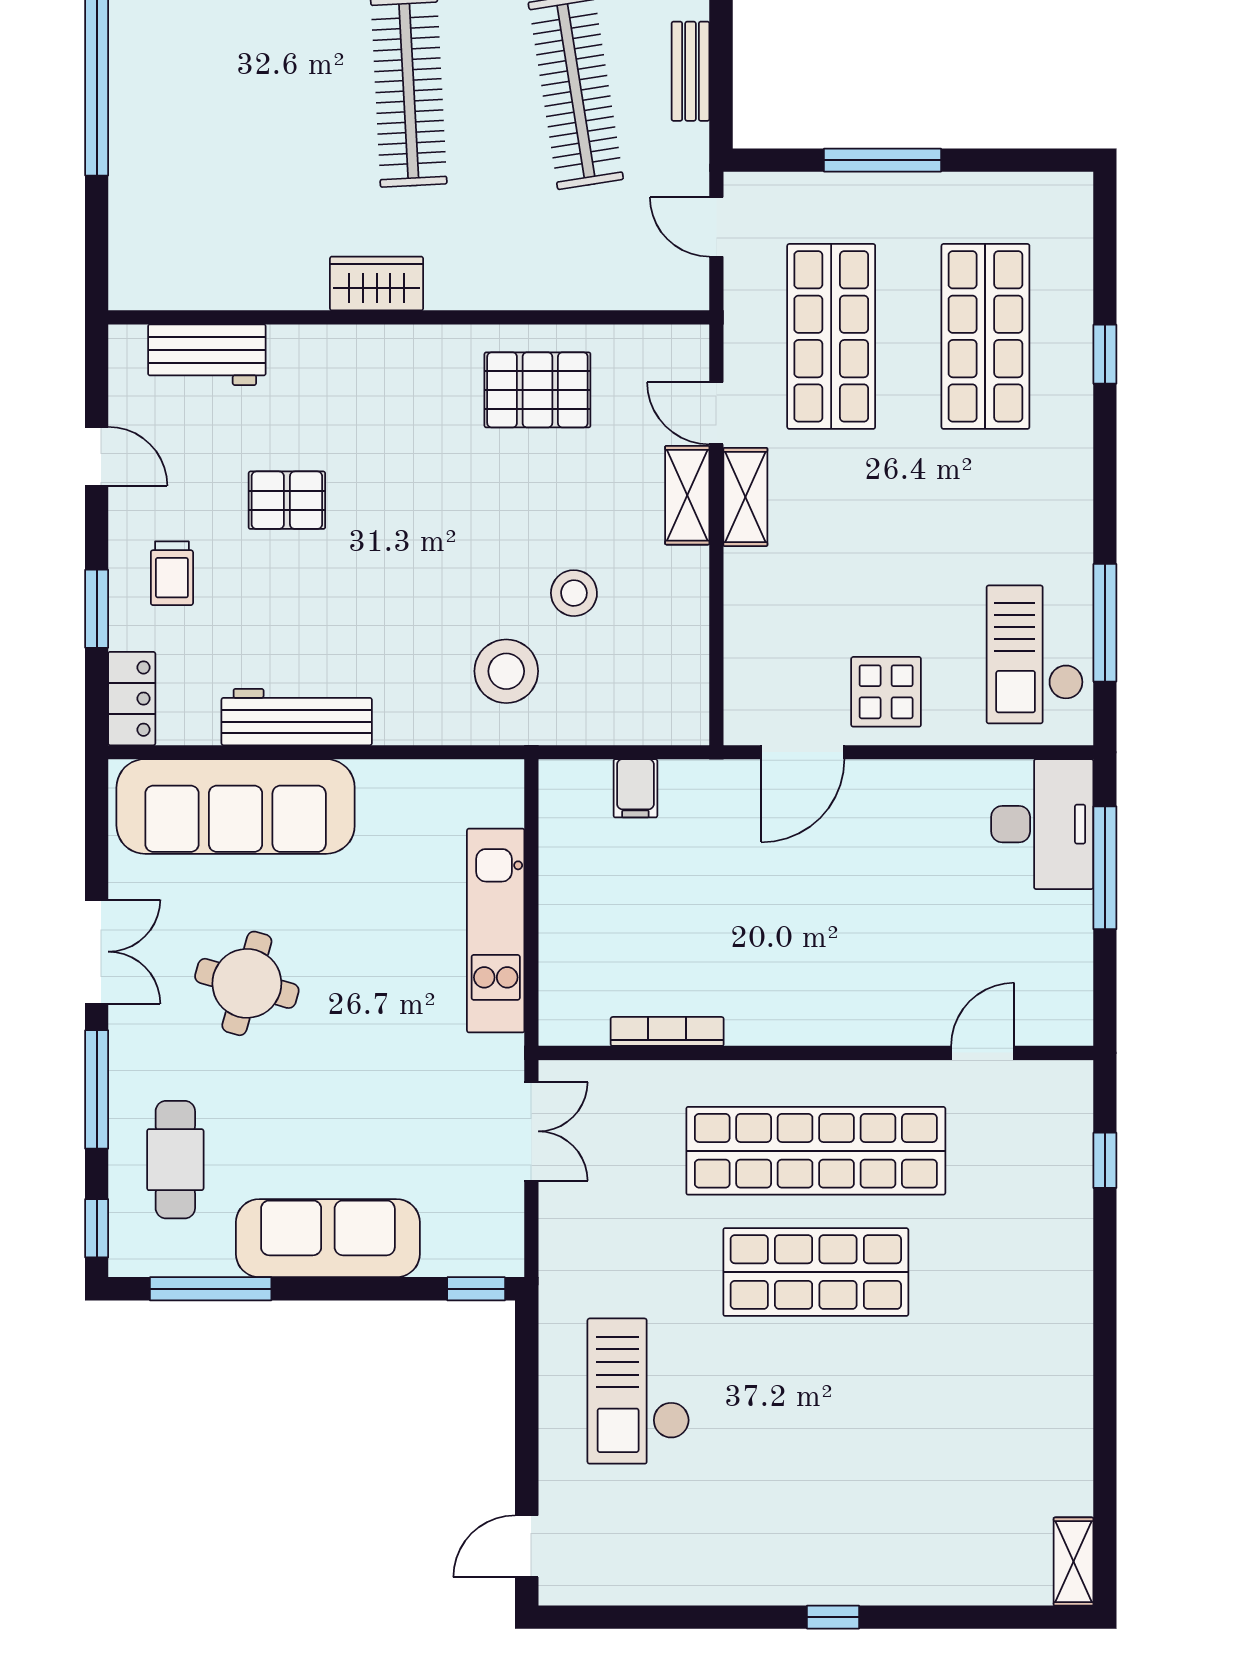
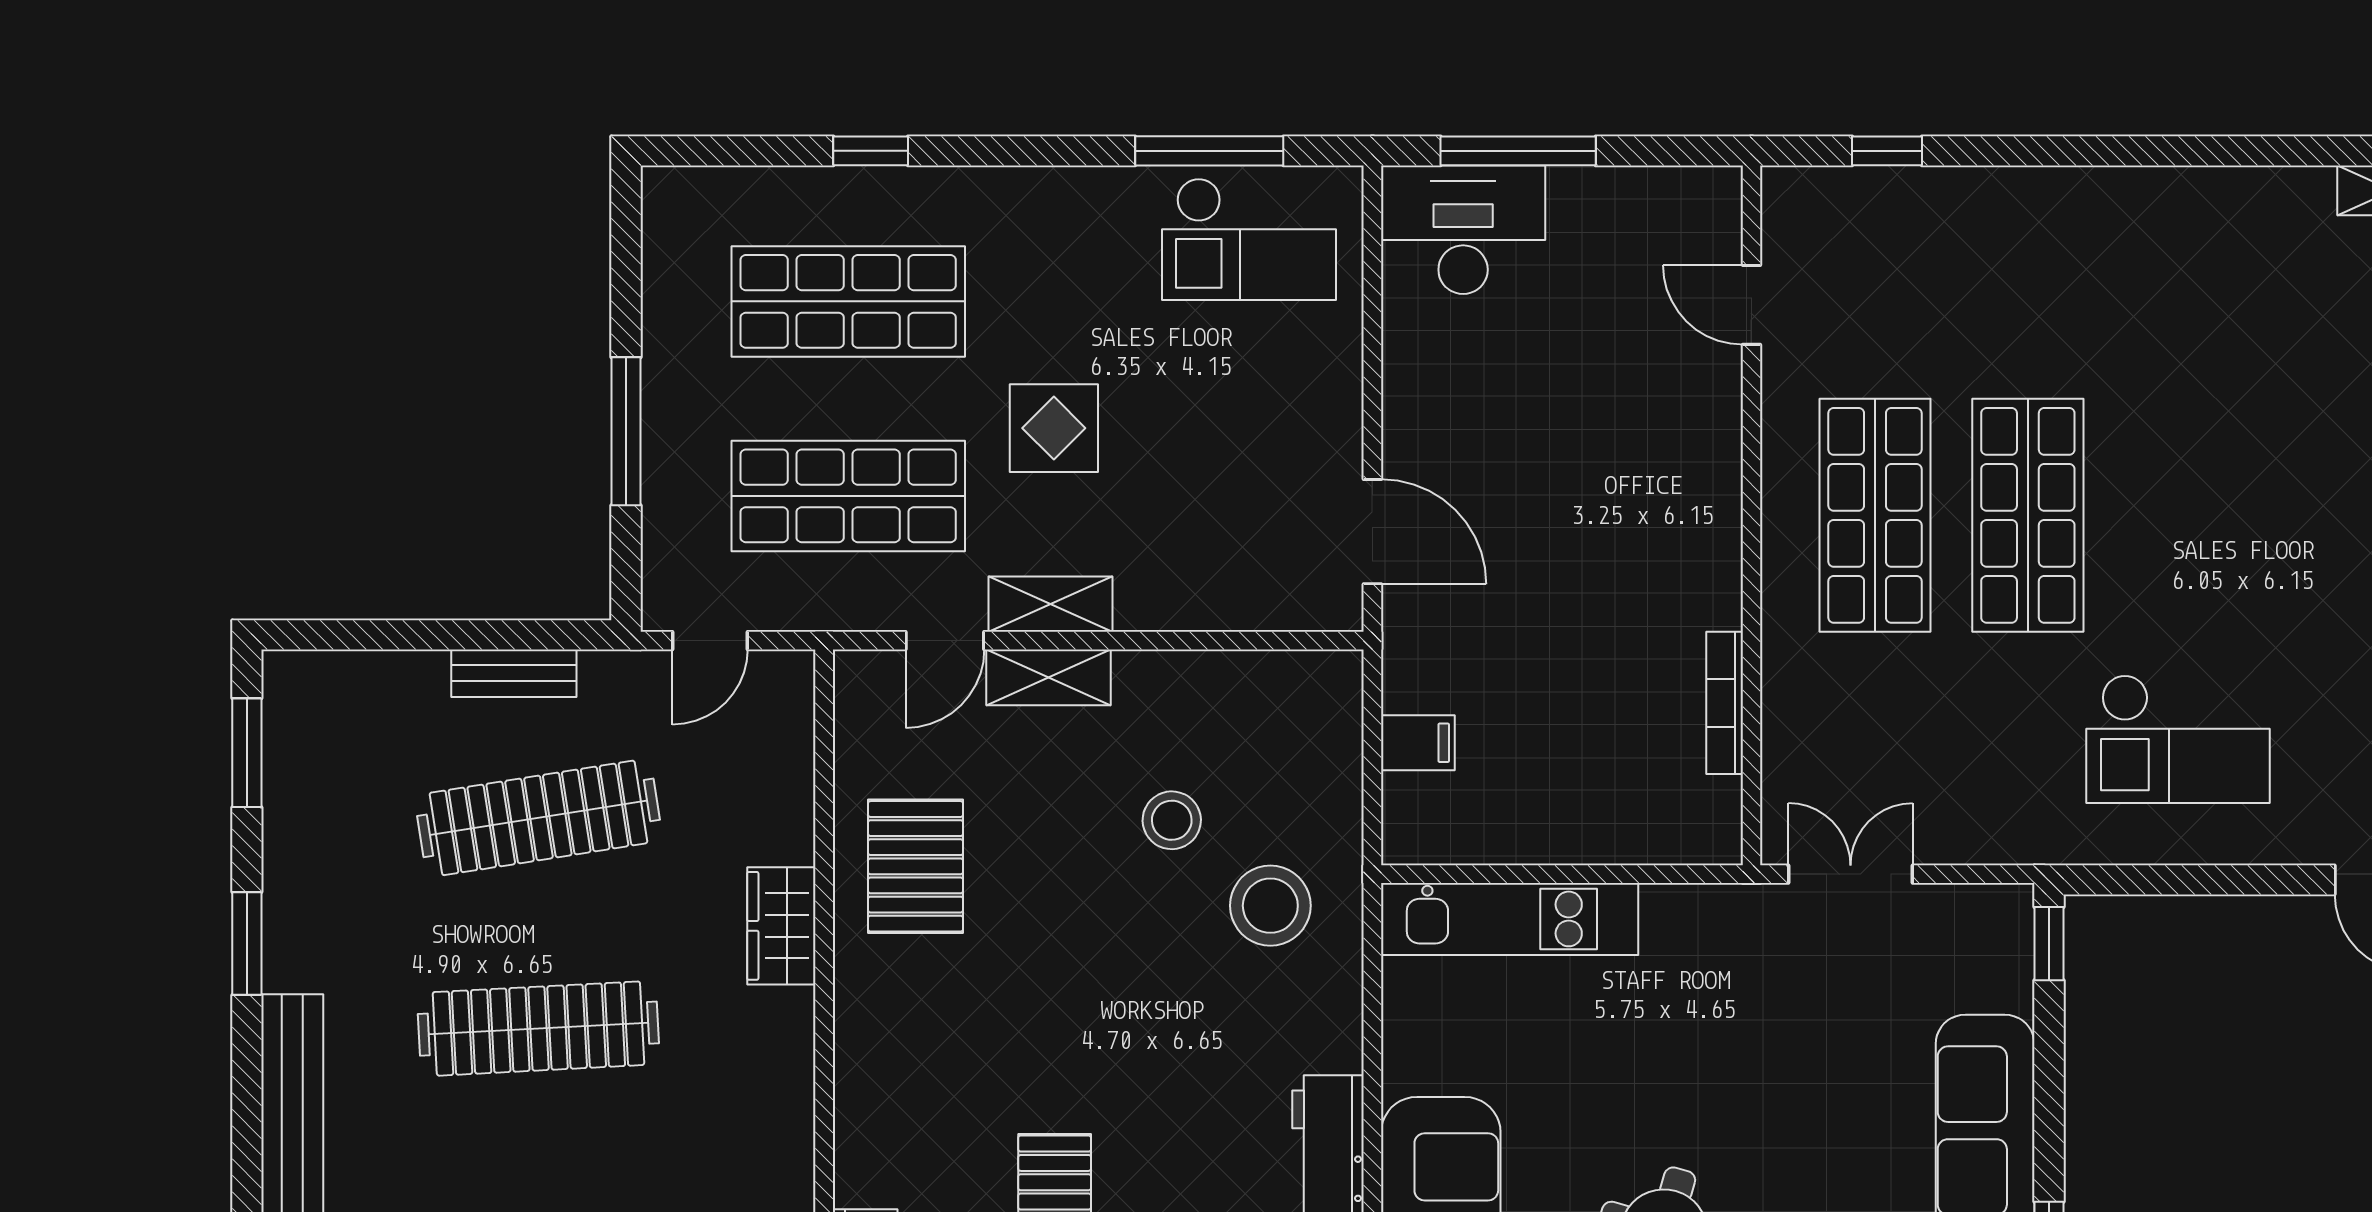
wardrobe: (377, 284) -> (781, 926), moved
display table: (886, 692) -> (1054, 428), moved
kitchen unit: (496, 931) -> (1510, 919), moved
shop shelf: (816, 1151) -> (1875, 515), width x0.71

